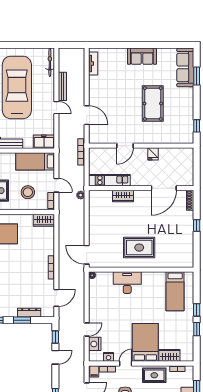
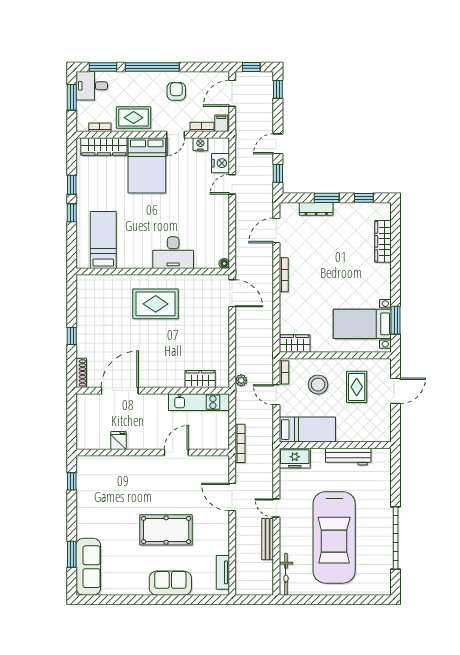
sofa: (142, 56) -> (170, 583), moved
pool table: (153, 104) -> (166, 530), moved, turned 90
fridge: (153, 154) -> (119, 441), moved
wardrobe: (123, 196) -> (200, 379), moved
wardrobe: (169, 355) -> (104, 146), width x1.50

